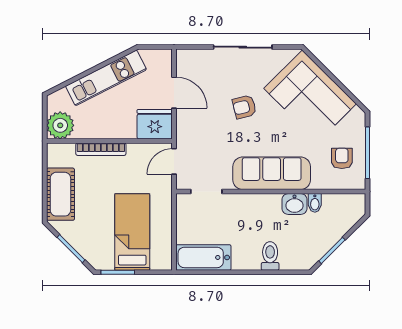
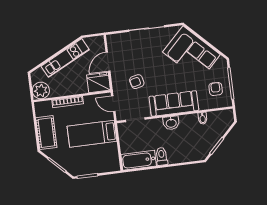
door: (174, 93) -> (108, 62), swing flipped
armchair: (244, 107) -> (137, 82), moved
door: (174, 161) -> (113, 104), hinge flipped
washbasin: (294, 204) -> (171, 123), moved
bed: (132, 232) -> (92, 134), moved, turned -90
toilet: (270, 256) -> (162, 156), moved

